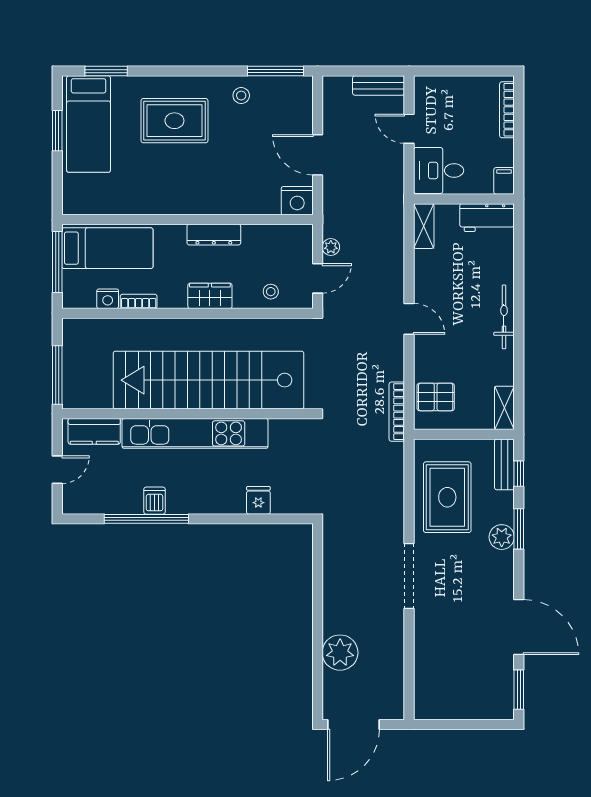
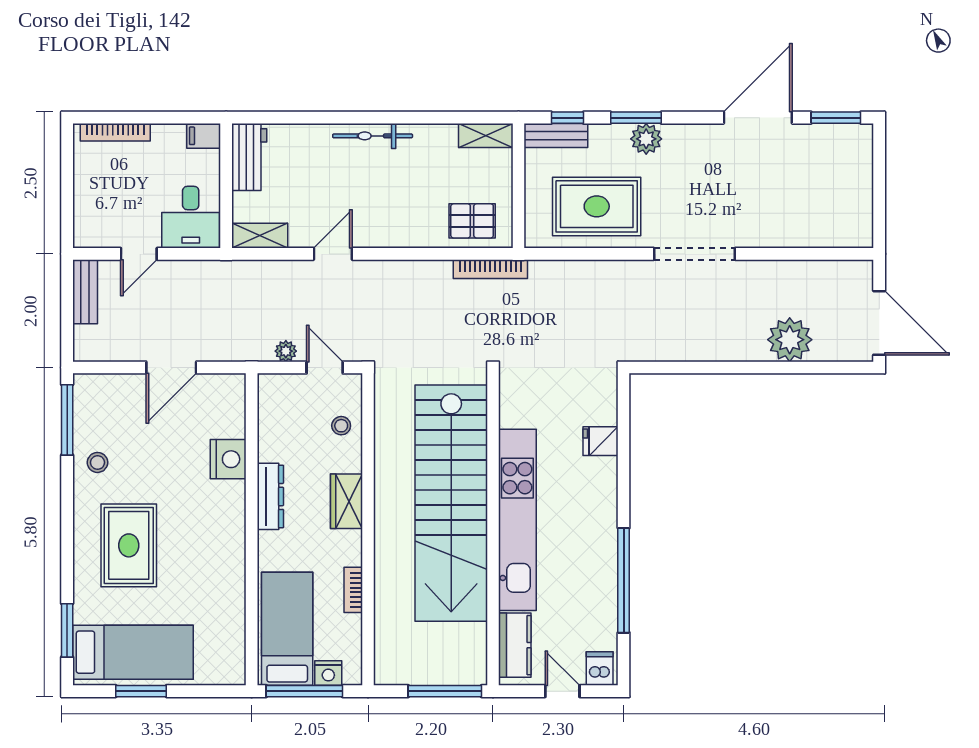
nightstand: (297, 201) -> (228, 459), moved
nightstand: (108, 299) -> (328, 673), moved, turned 90
door: (409, 319) -> (333, 254), moved
pallet: (436, 397) -> (472, 221), turned 90
dishwasher: (155, 501) -> (600, 668), moved, turned 90

